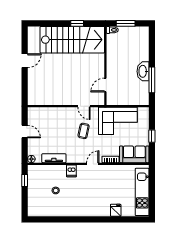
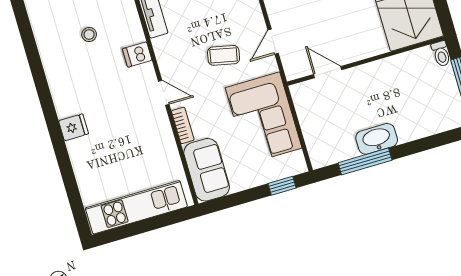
window: (152, 136) -> (282, 186), moved
fridge: (116, 210) -> (74, 127), moved

